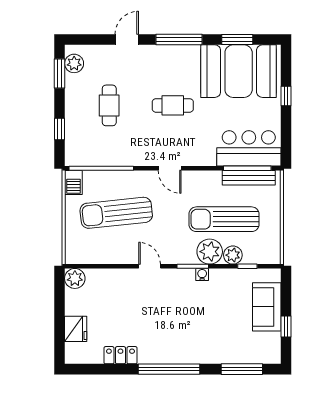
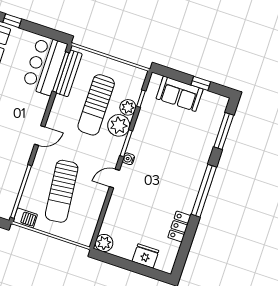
water cooler: (202, 275) -> (128, 159), moved

